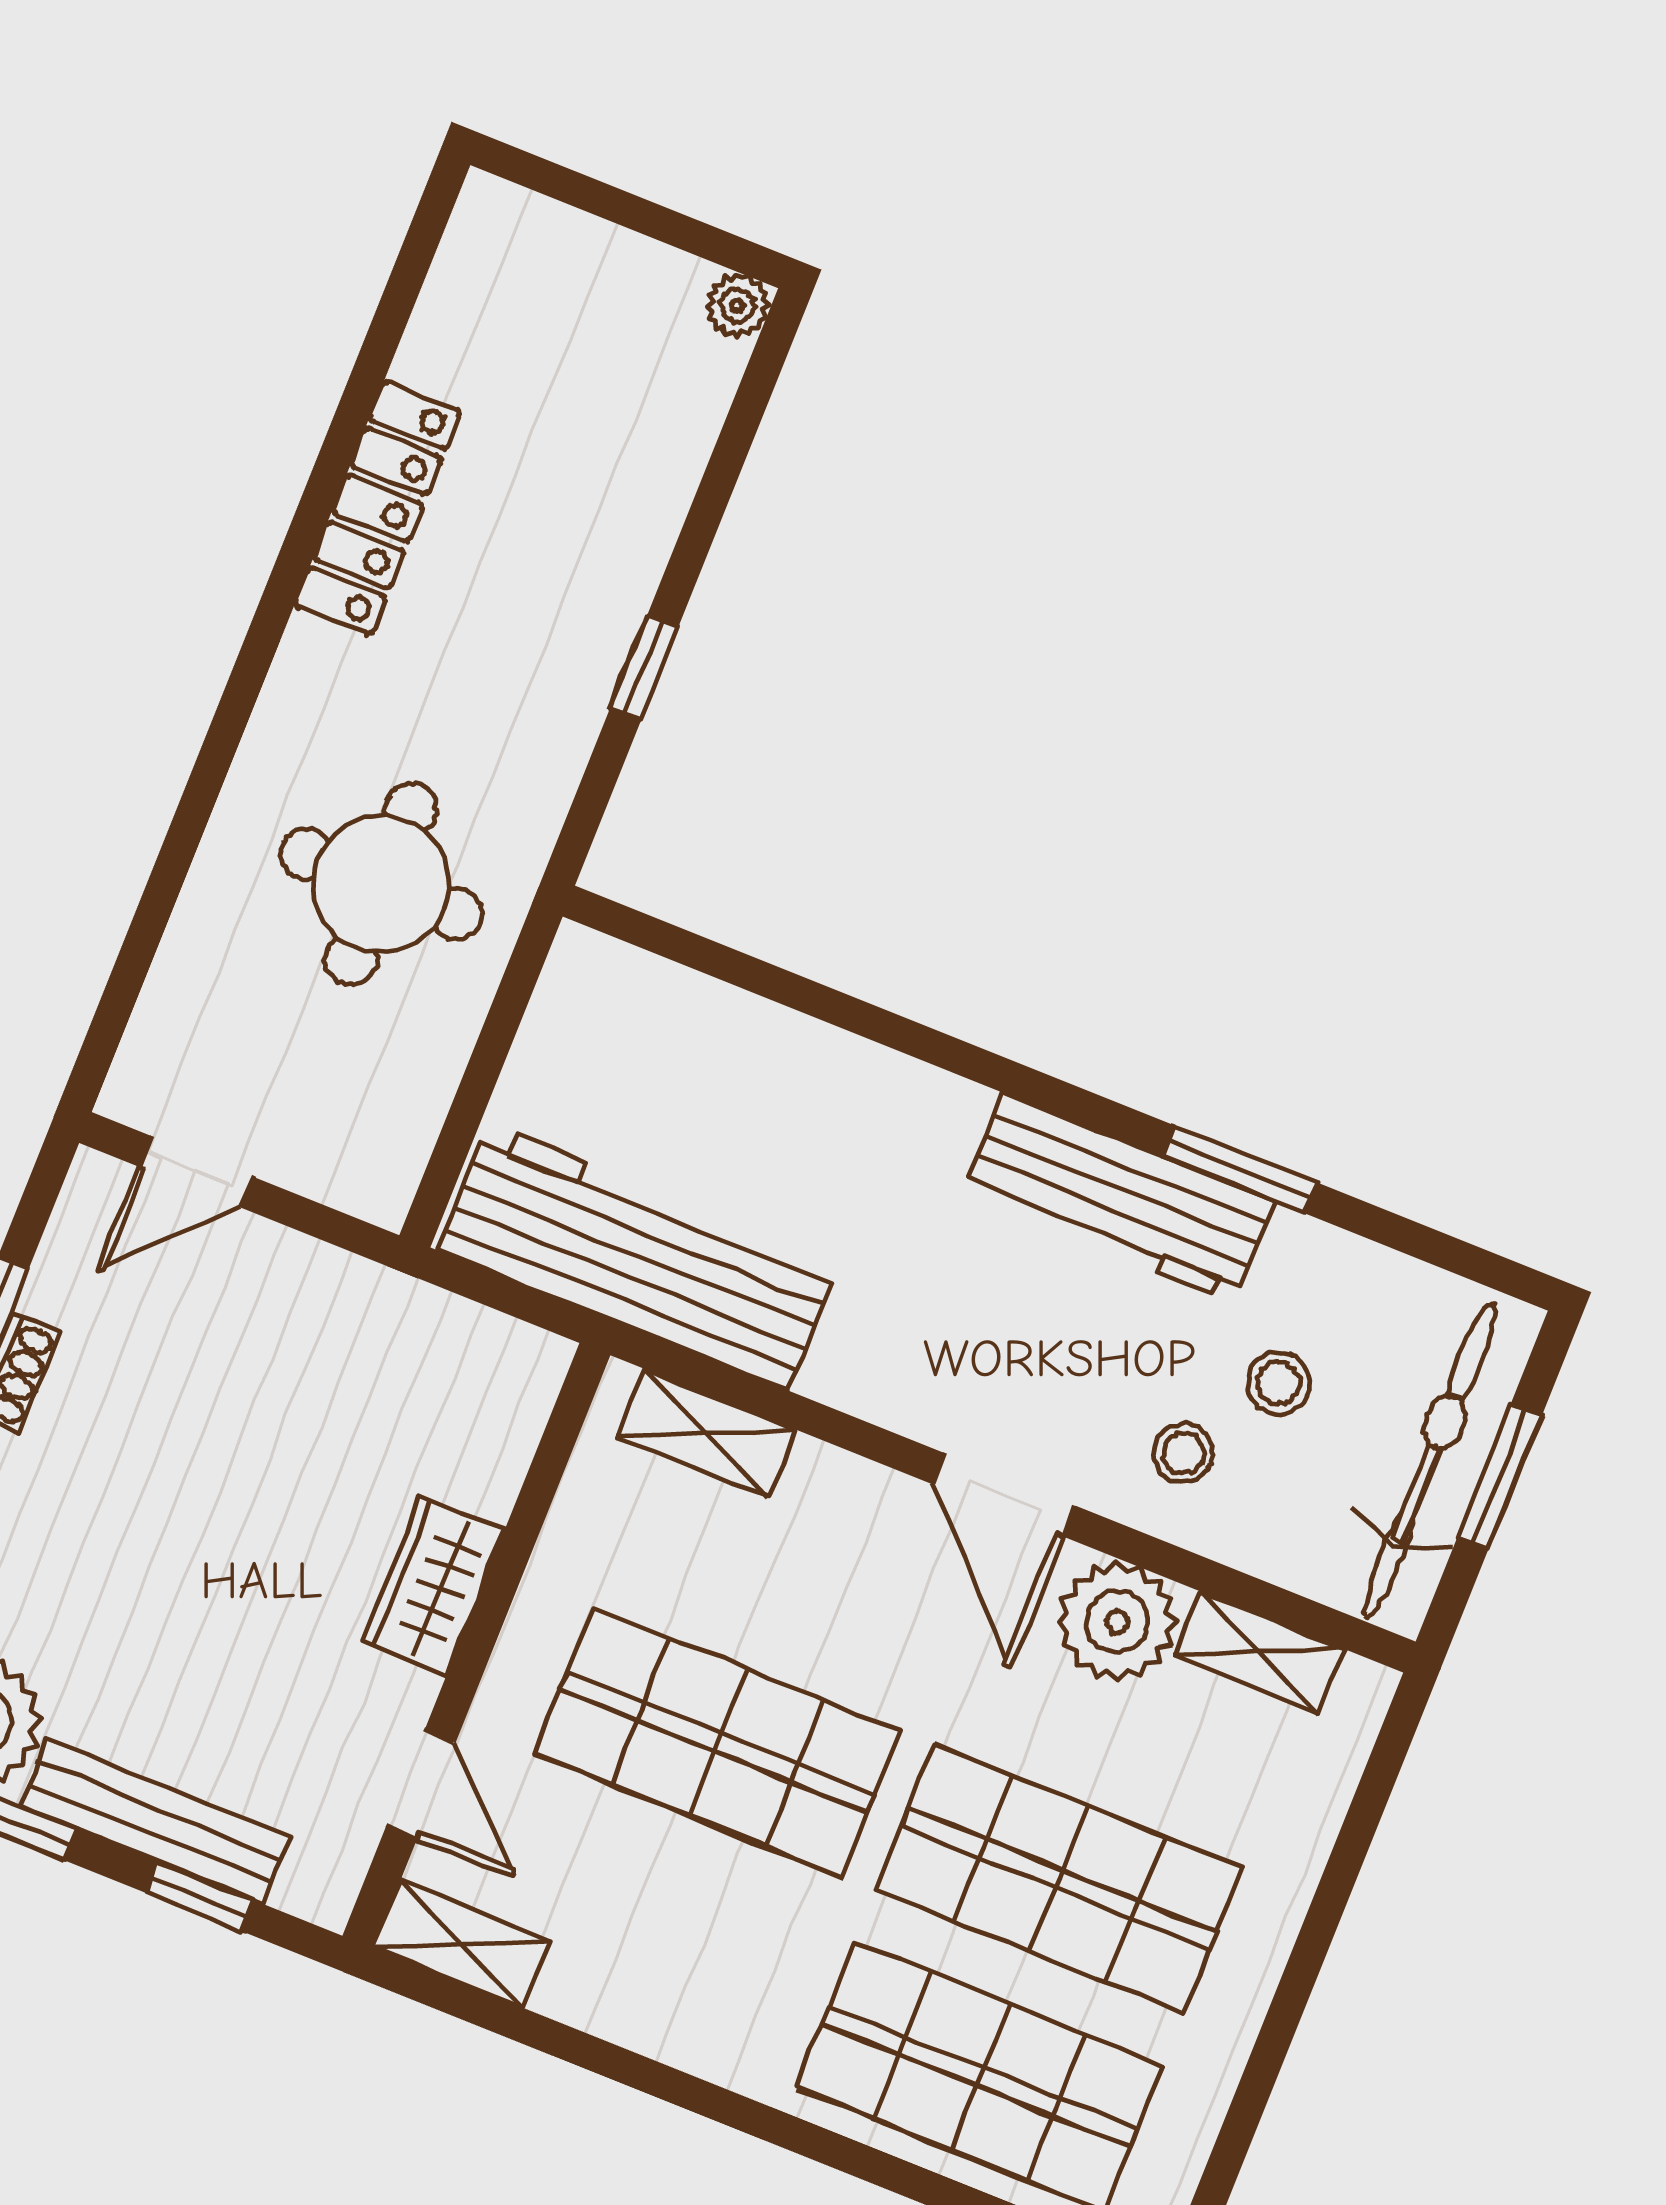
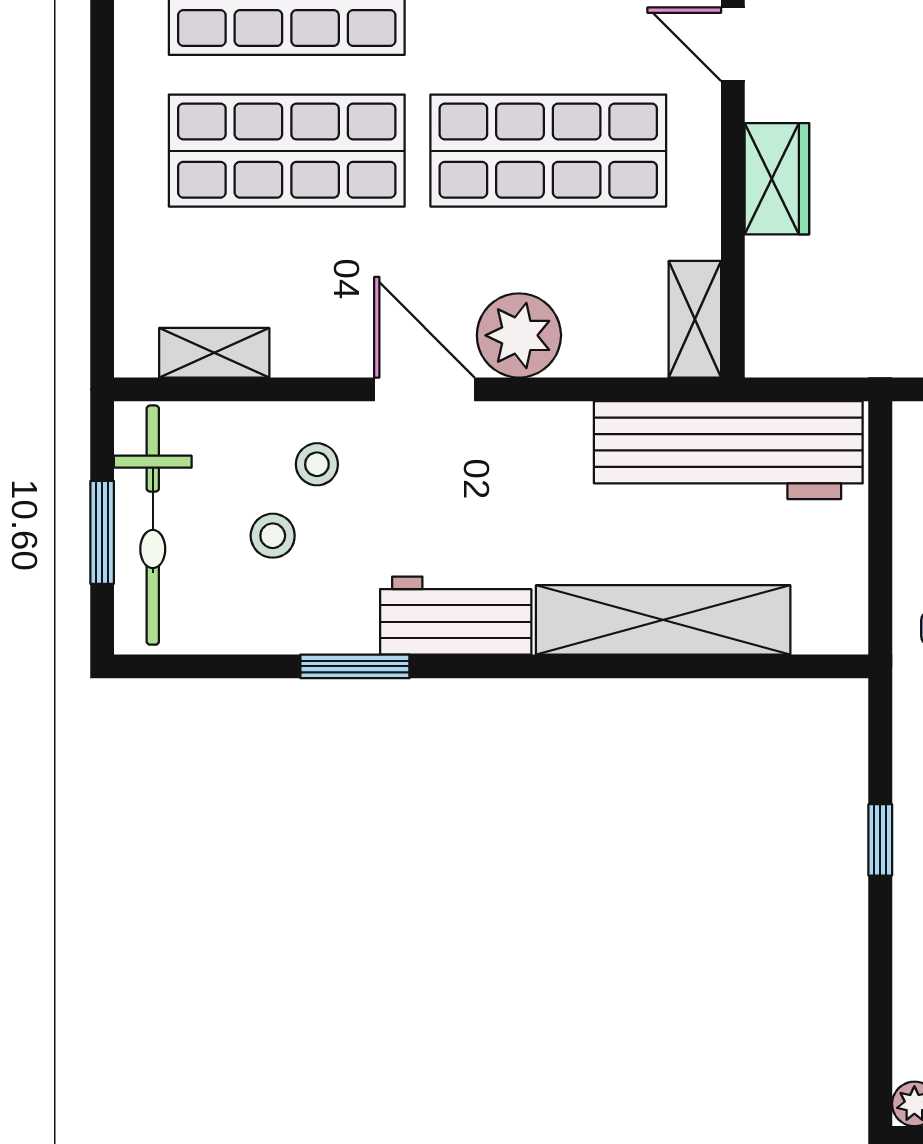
shelving: (813, 1069) -> (663, 620), added
workbench: (1118, 1198) -> (456, 616), width x0.73
shelving: (706, 1434) -> (695, 319), moved, turned 90
plant: (1117, 1622) -> (519, 335), moved

